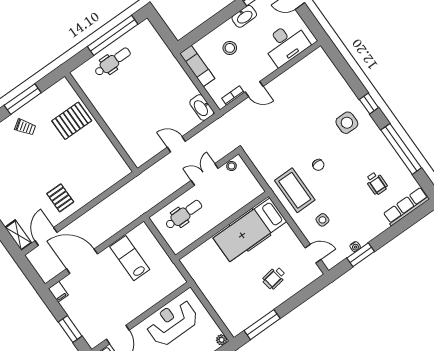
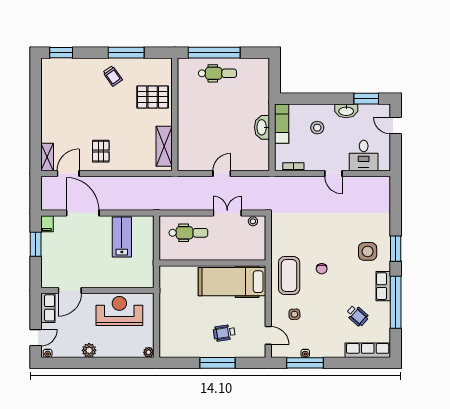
window: (113, 35) -> (214, 53), moved
desk: (286, 44) -> (364, 156), width x0.73
door: (254, 89) -> (333, 174), moved
window: (369, 103) -> (396, 249), width x1.50
washbasin: (202, 108) -> (262, 127), moved
row of seats: (381, 143) -> (383, 286), added
door: (176, 144) -> (222, 174), hinge flipped
shelving: (111, 156) -> (164, 146), added
wheelchair: (377, 183) -> (357, 315), turned -49
window: (361, 255) -> (305, 363), width x1.44
window: (262, 325) -> (218, 363), moved
window: (70, 329) -> (36, 244), moved

